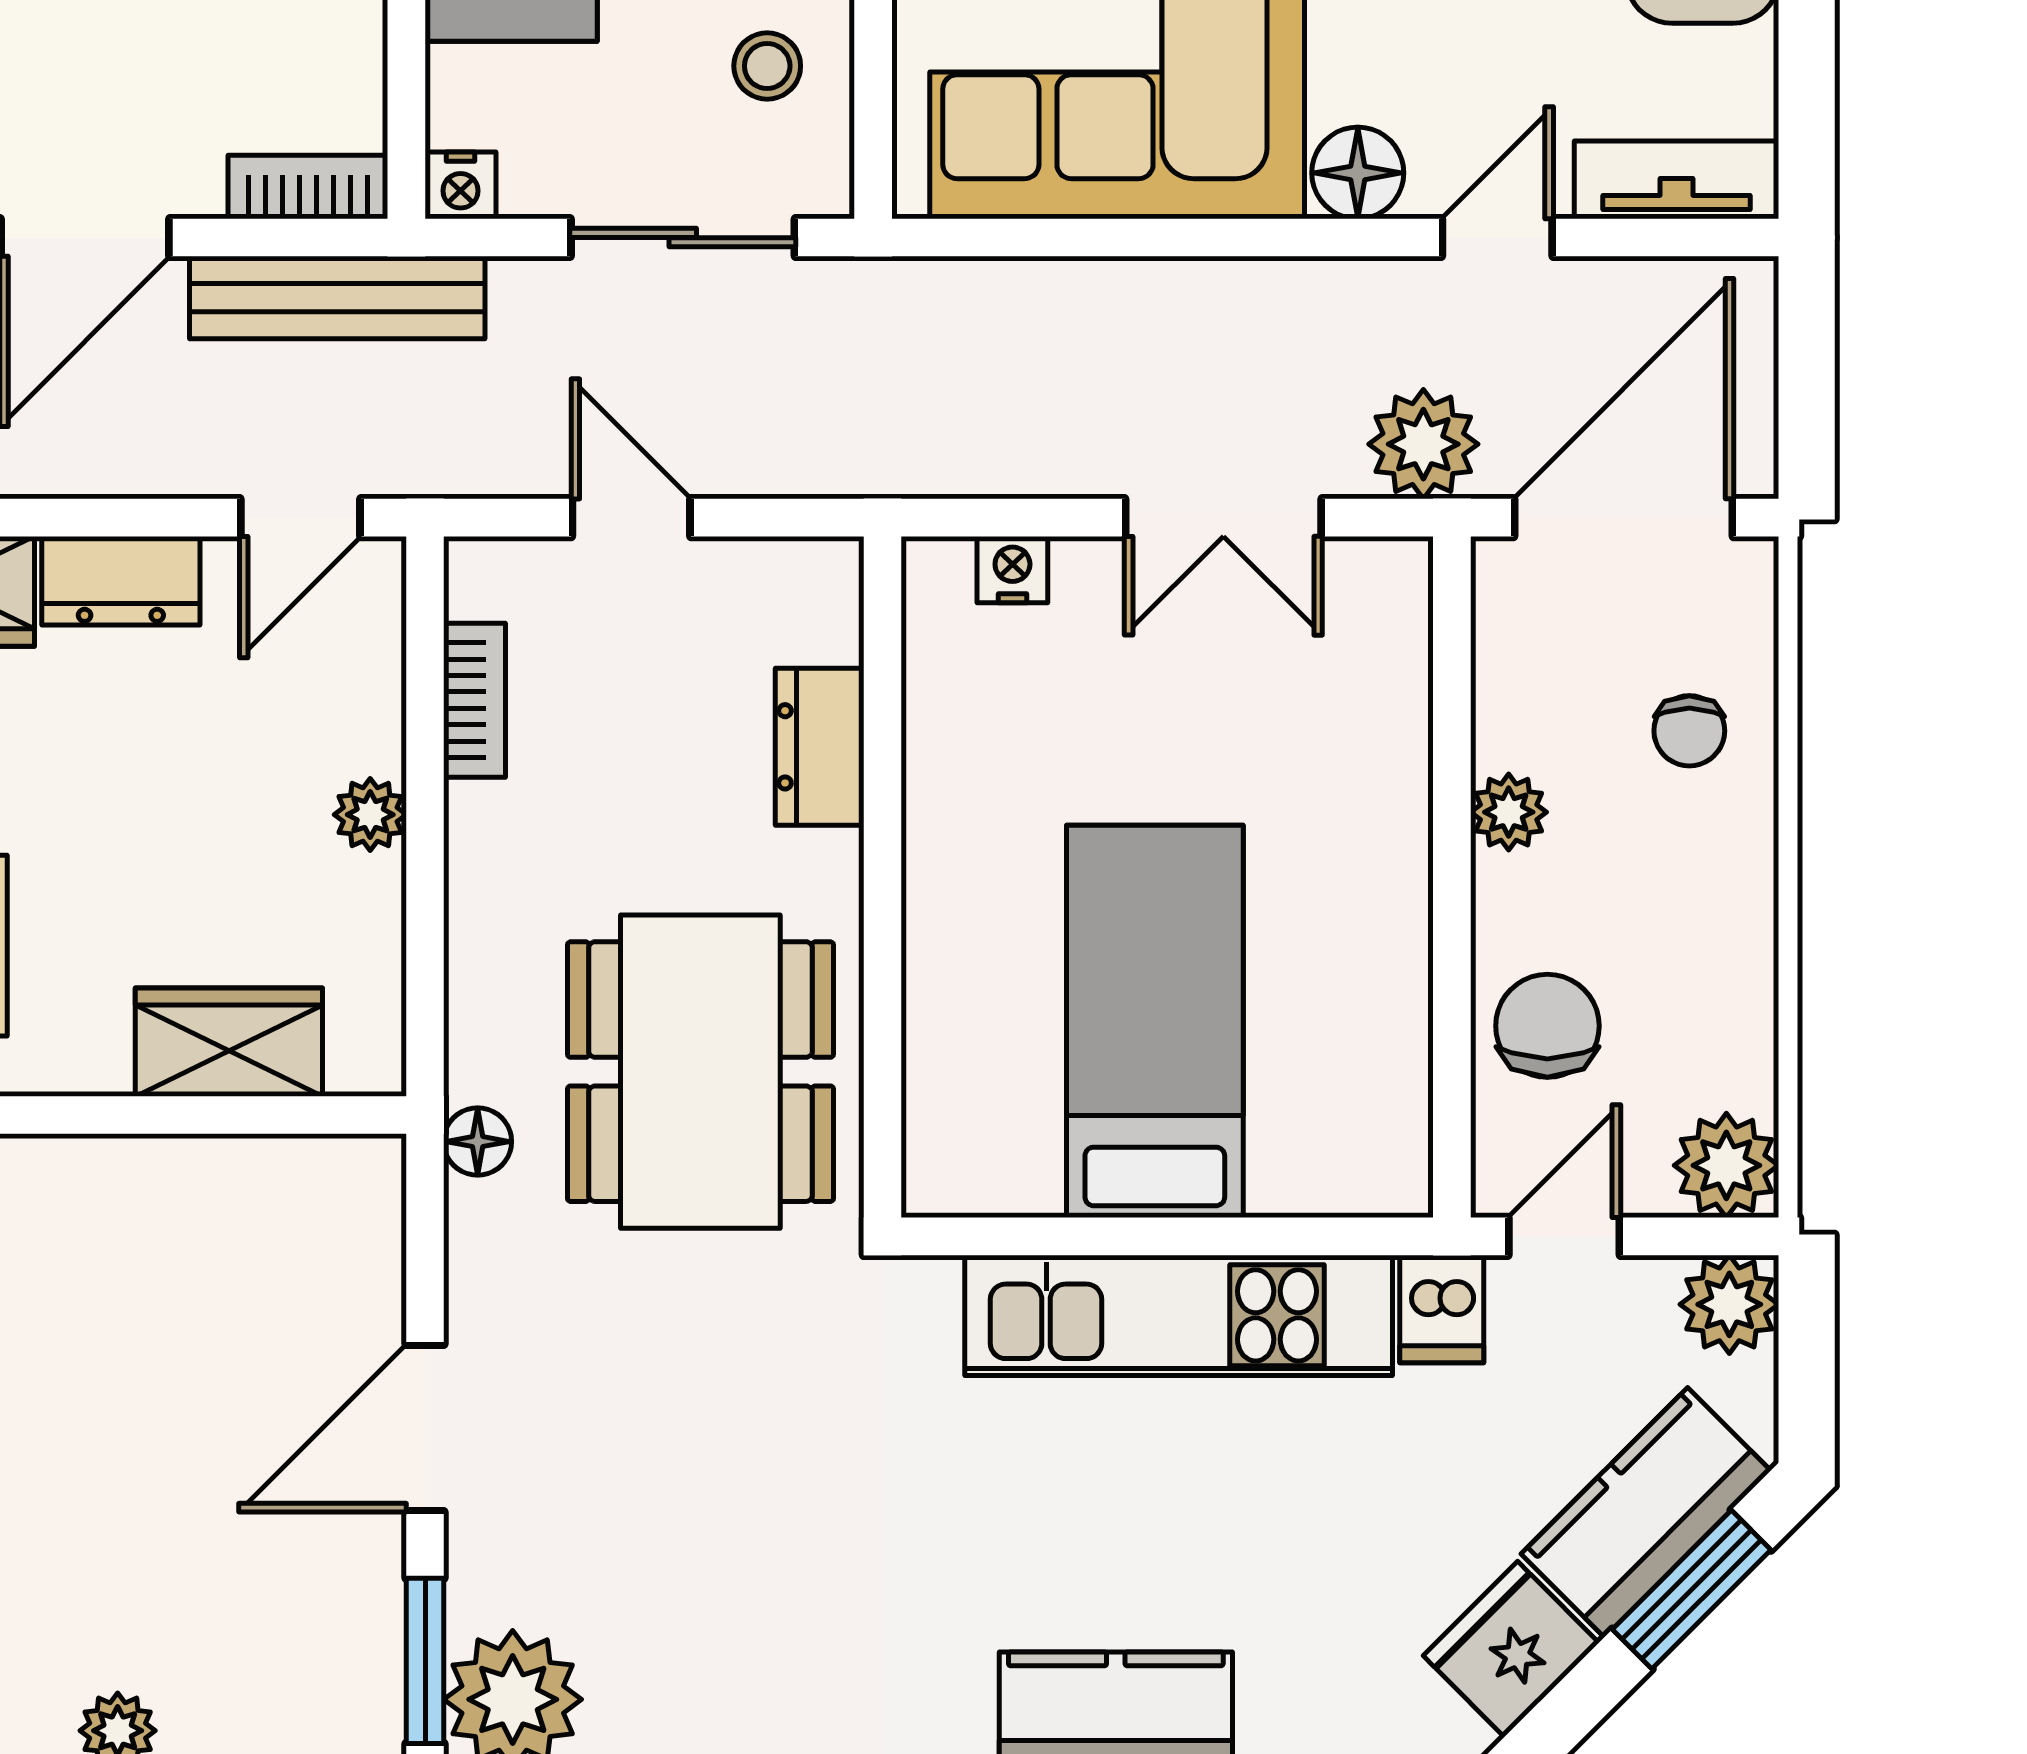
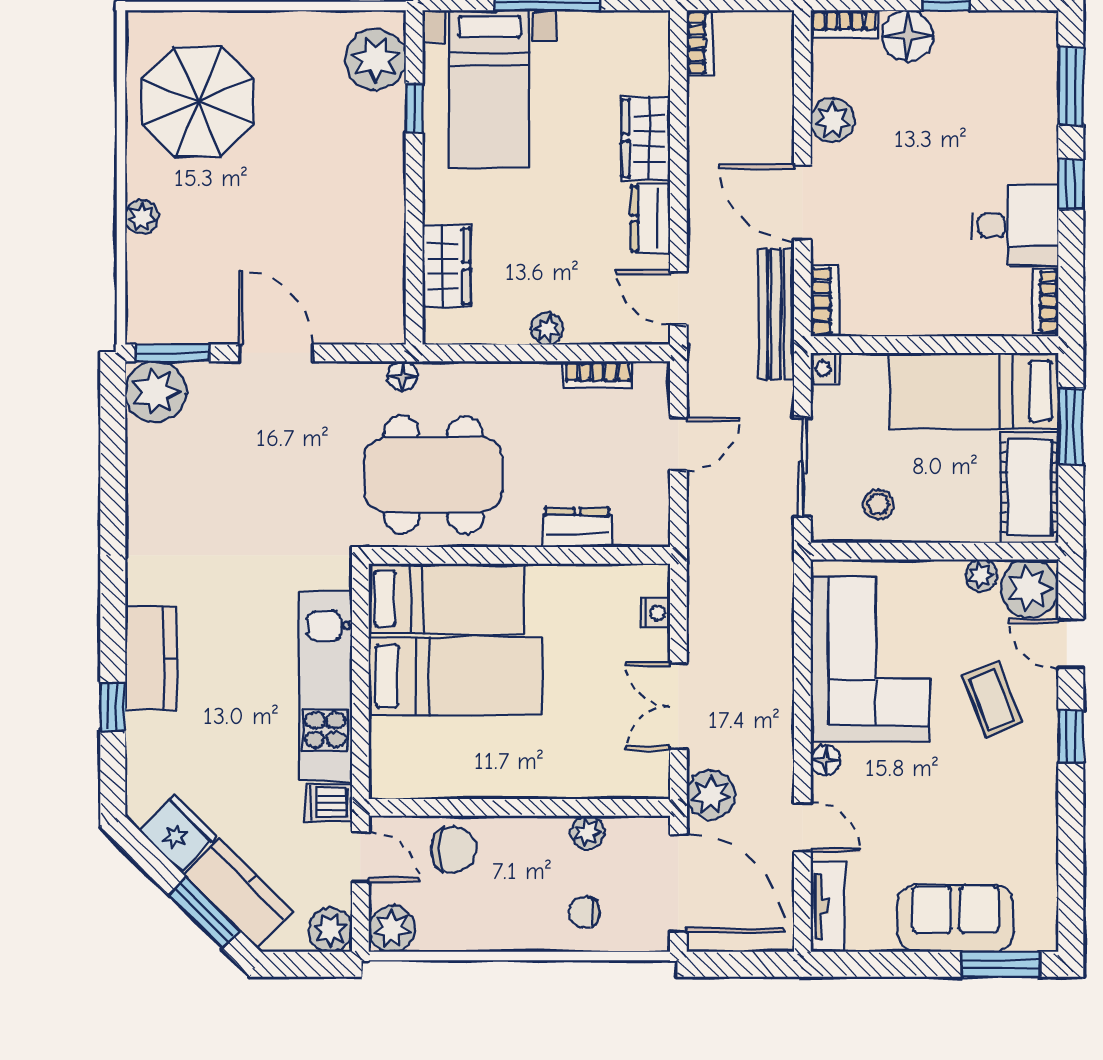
floor lamp: (1358, 173) -> (825, 760), width x0.73, depth x0.73
plant: (1509, 812) -> (587, 832), moved
bed: (980, 1042) -> (446, 599), added

